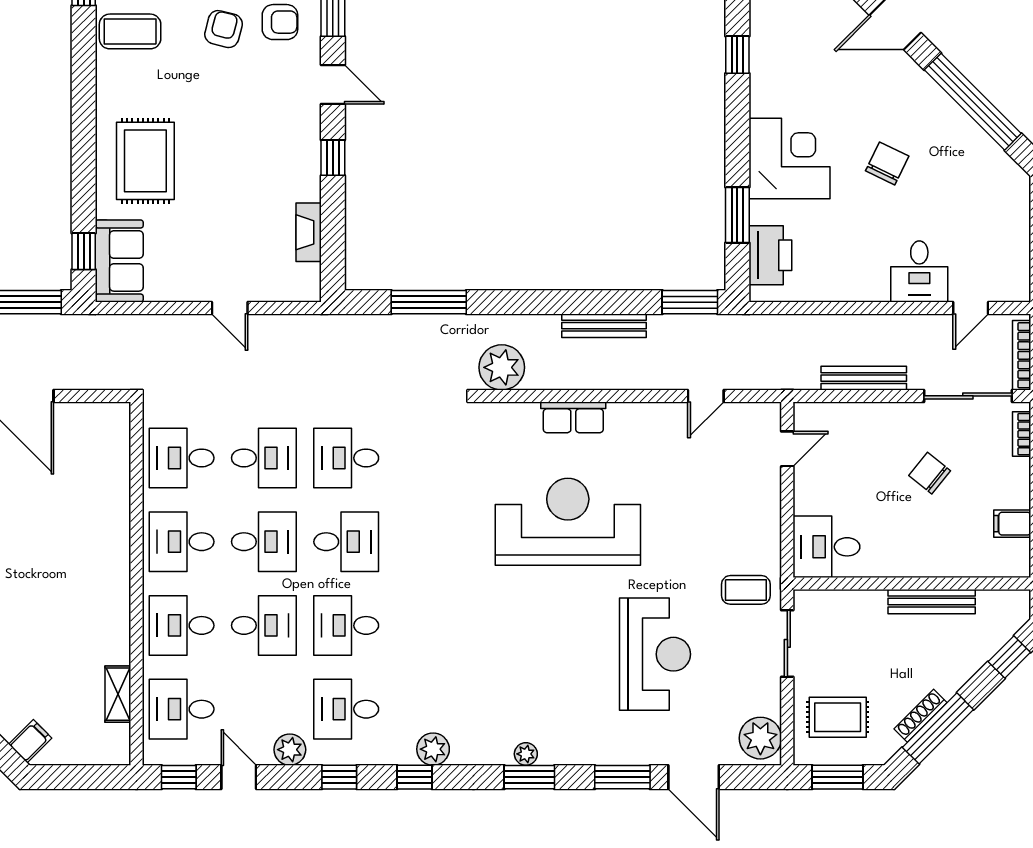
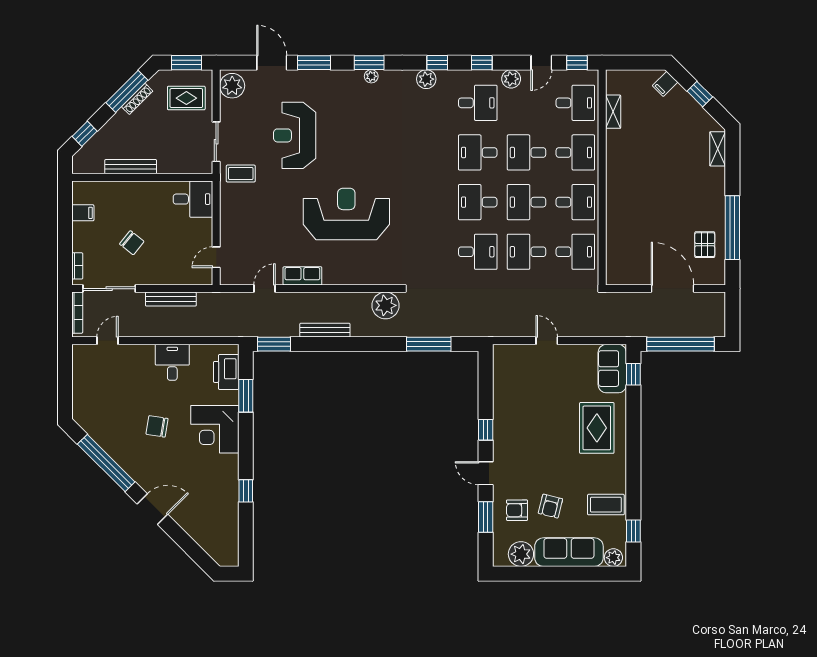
chair: (887, 163) -> (157, 426), turned 73
fireplace: (309, 232) -> (500, 386), removed
desk: (919, 271) -> (172, 362), moved
row of seats: (573, 417) -> (302, 276), moved
reception desk: (568, 522) -> (346, 214), turned 180
desk: (346, 625) -> (478, 152), turned 180
door: (239, 777) -> (541, 63), hinge flipped

